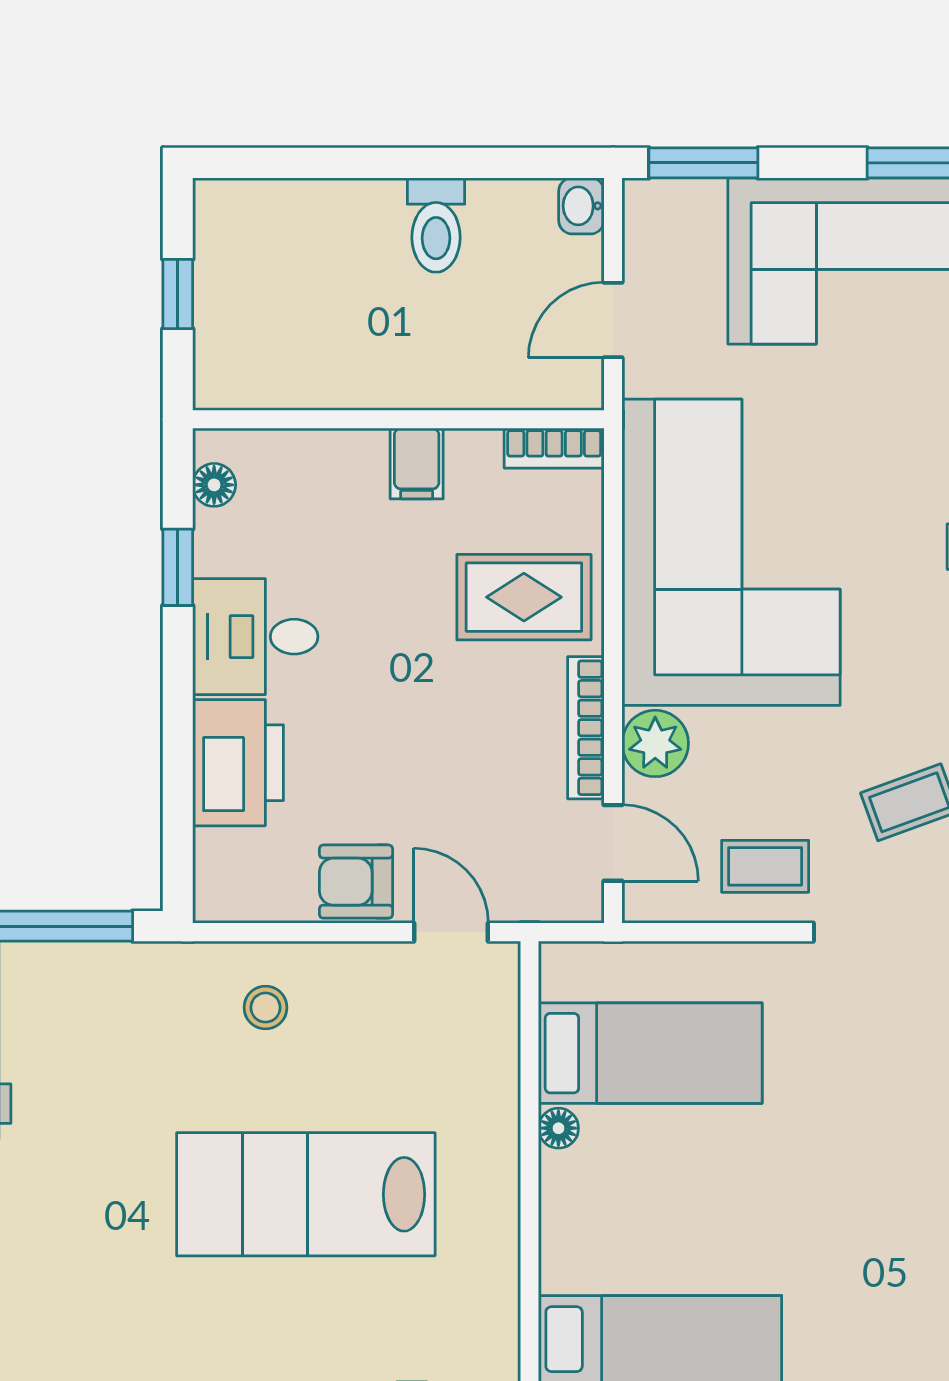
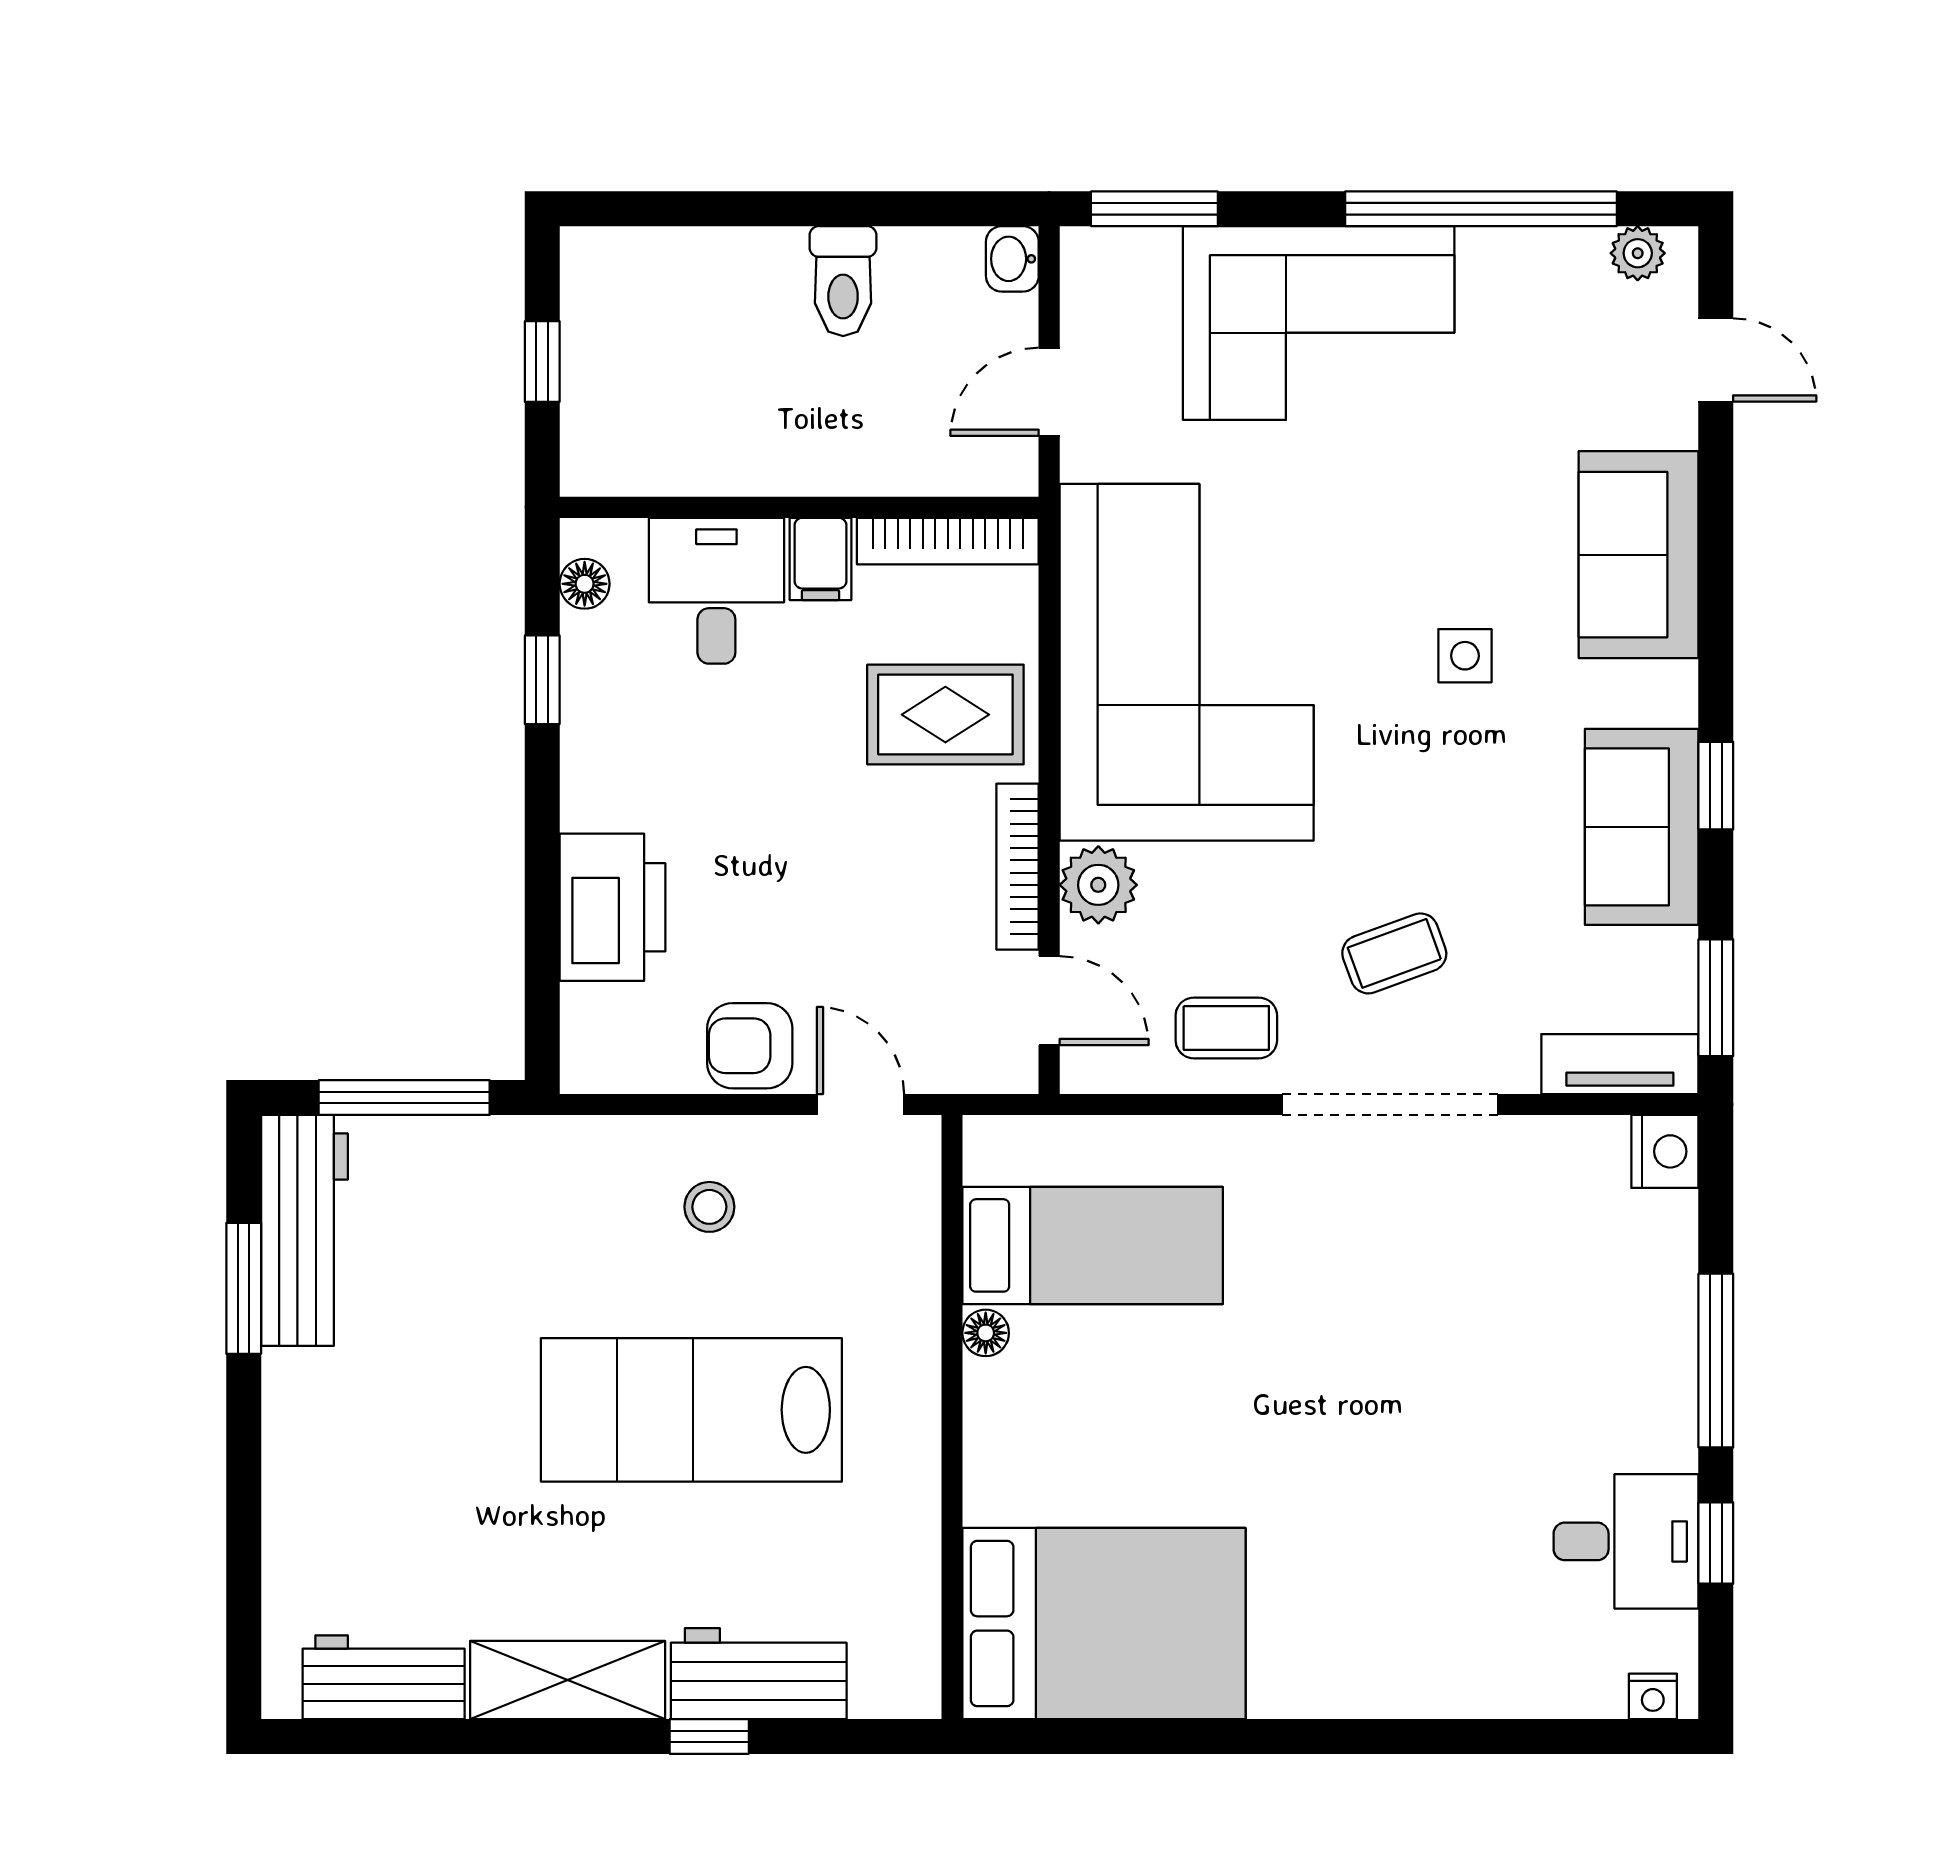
bookcase: (554, 448) -> (948, 541), width x1.56
desk: (255, 637) -> (716, 591), moved, turned 90
stool: (265, 1008) -> (709, 1207), moved

